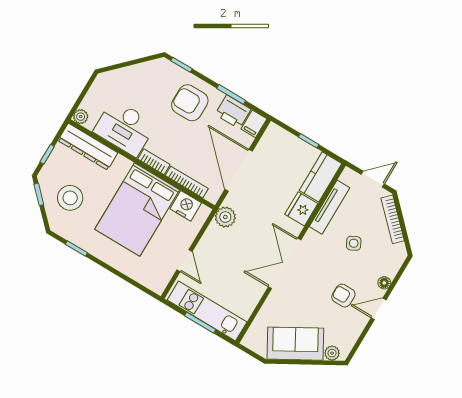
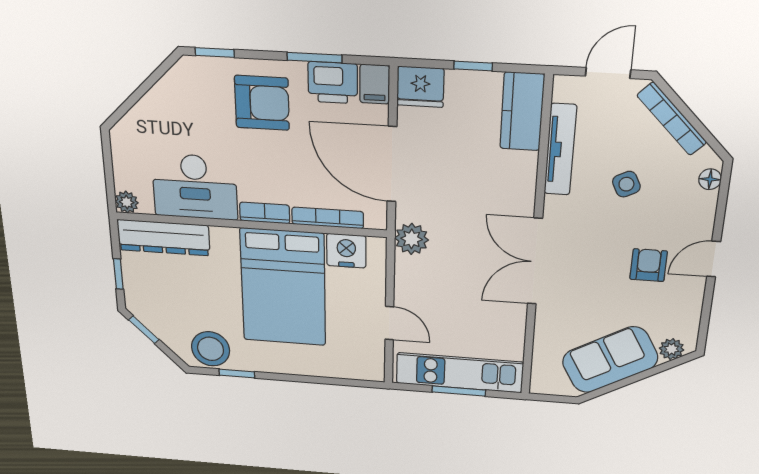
armchair: (190, 103) -> (262, 103), turned 180
stool: (70, 198) -> (211, 349), moved
fridge: (301, 209) -> (420, 87), moved, turned -90
floor lamp: (384, 283) -> (710, 179), moved
armchair: (343, 296) -> (649, 265), turned 90

